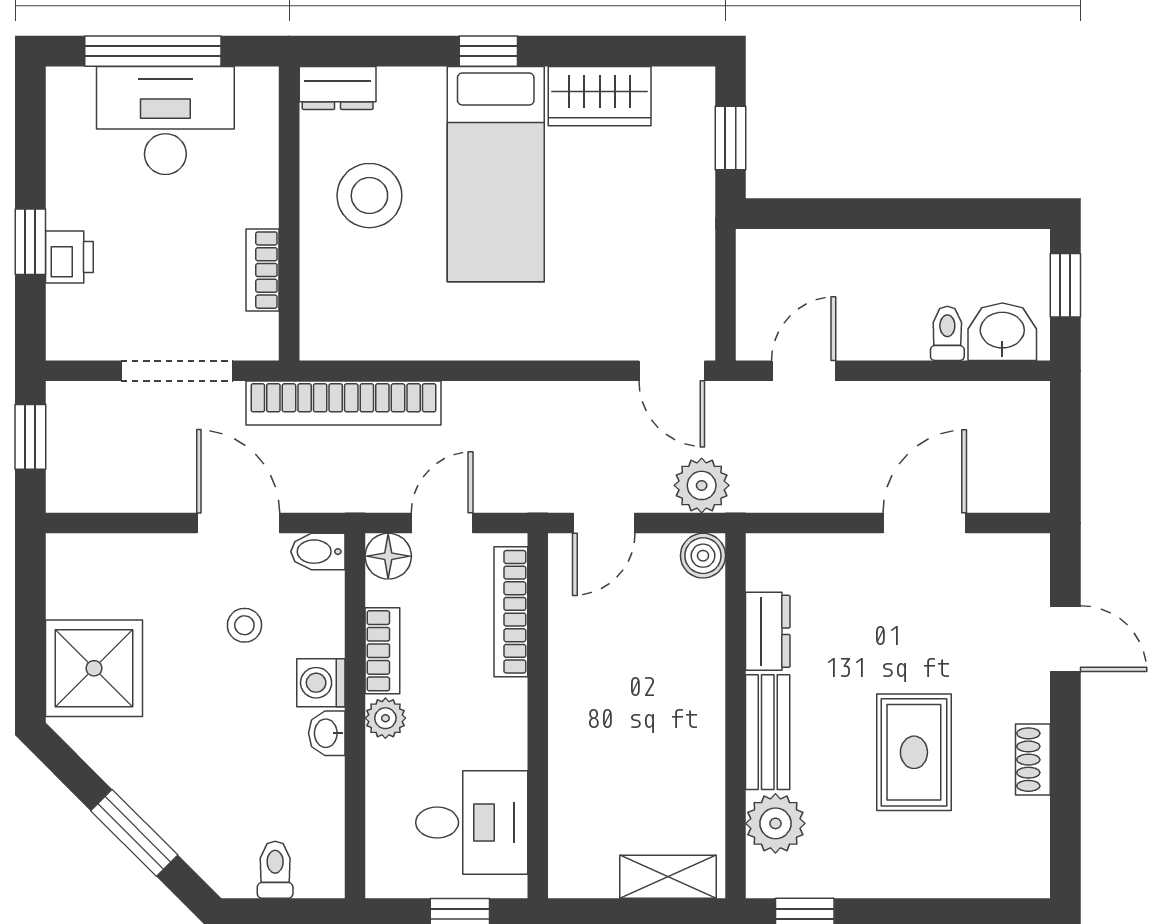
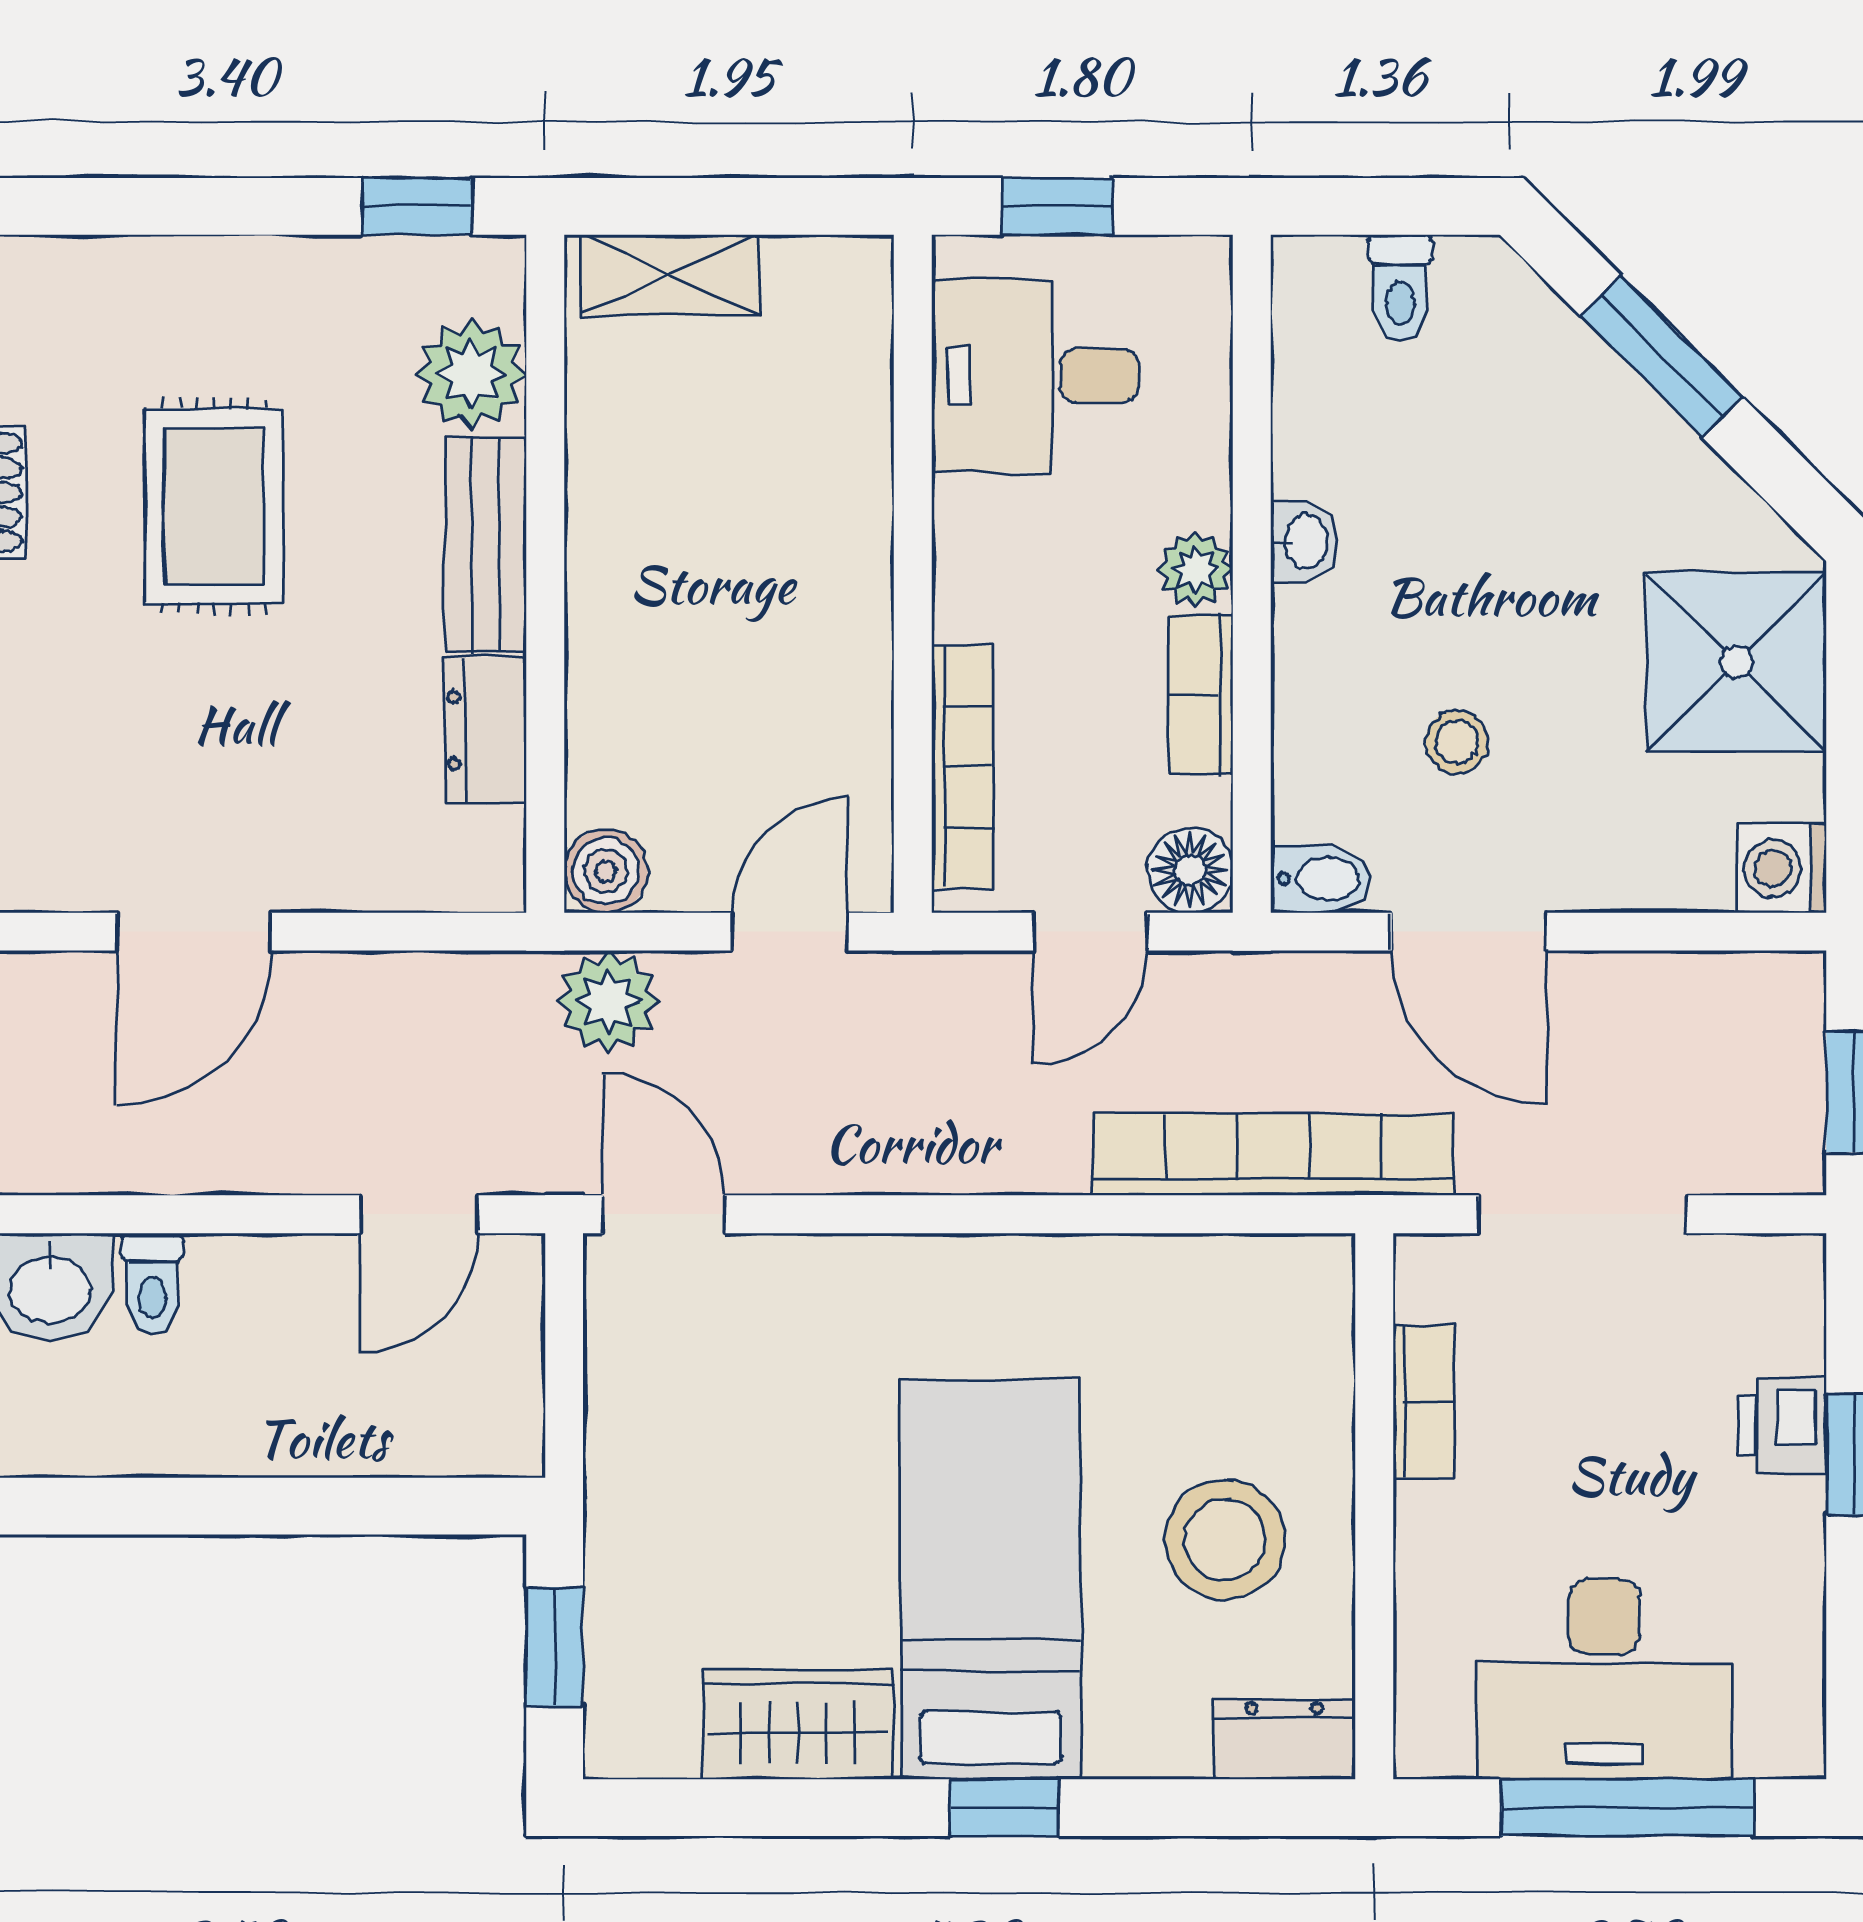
washing machine: (321, 683) -> (1782, 868), moved, turned 180

